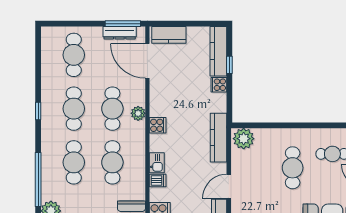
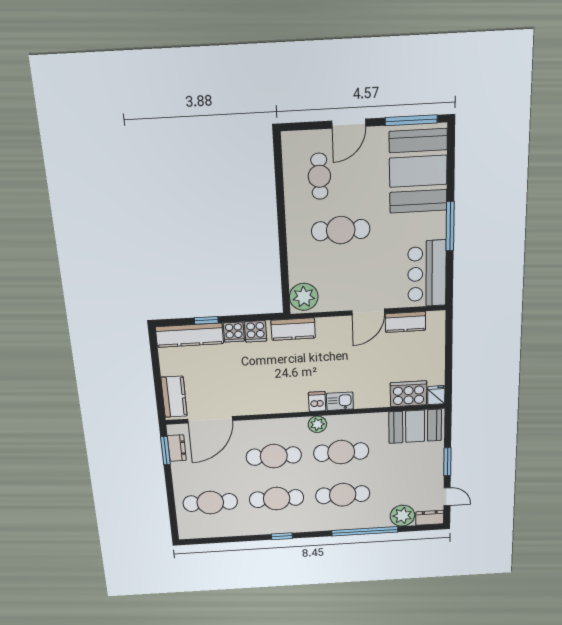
window: (123, 24) -> (165, 451), width x0.69
dresser: (120, 33) -> (177, 448), width x0.70
plant: (138, 113) -> (317, 424), moved
cooker: (158, 125) -> (256, 331), moved, turned 180
kitchen counter: (219, 138) -> (293, 329), width x0.67
dishwasher: (158, 181) -> (317, 402), moved
door: (229, 186) -> (368, 312), hinge flipped

